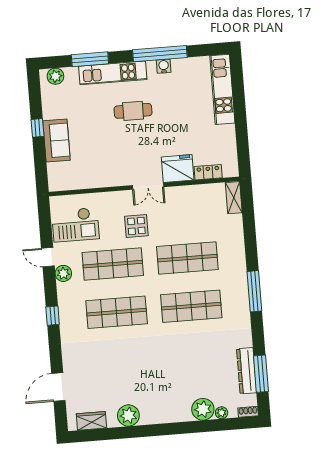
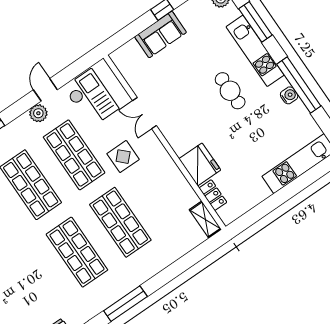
double door: (148, 186) -> (144, 113), moved
shelving: (234, 198) -> (205, 219), moved, turned 90
checkout: (75, 225) -> (91, 98), turned 180

